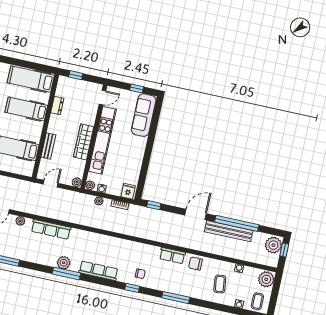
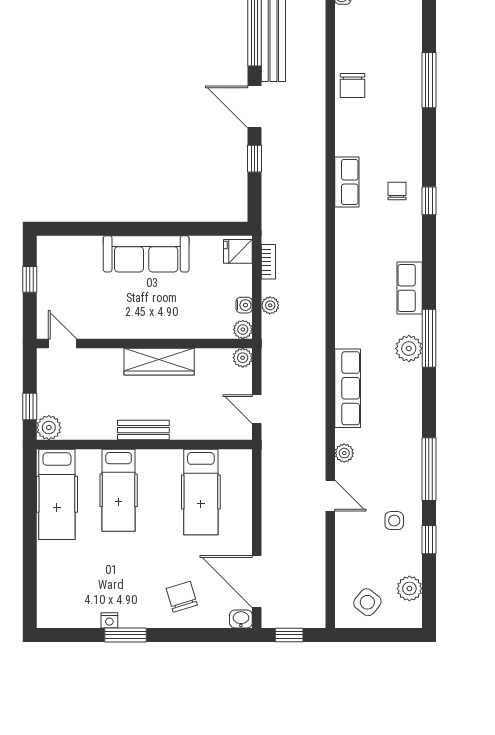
plant: (64, 82) -> (49, 428), added
dresser: (57, 105) -> (98, 430), removed
sofa: (144, 115) -> (146, 254), moved
kitchen unit: (102, 140) -> (148, 325), removed
bench: (48, 146) -> (143, 430), moved
window: (154, 205) -> (255, 159), moved
row of seats: (172, 256) -> (347, 182), moved
row of seats: (98, 271) -> (410, 288), width x0.68
coffee table: (220, 284) -> (383, 28), removed
window: (176, 298) -> (429, 80), moved

